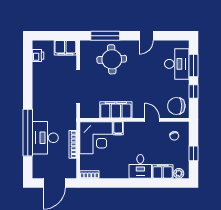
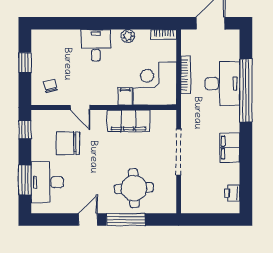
window: (105, 36) -> (126, 220), moved
filing cabinet: (65, 48) -> (230, 148), moved, turned -90
window: (193, 92) -> (25, 130), moved
chair: (176, 106) -> (68, 143), moved, turned 180
filing cabinet: (163, 171) -> (66, 39), removed
plant: (179, 173) -> (128, 36), moved

